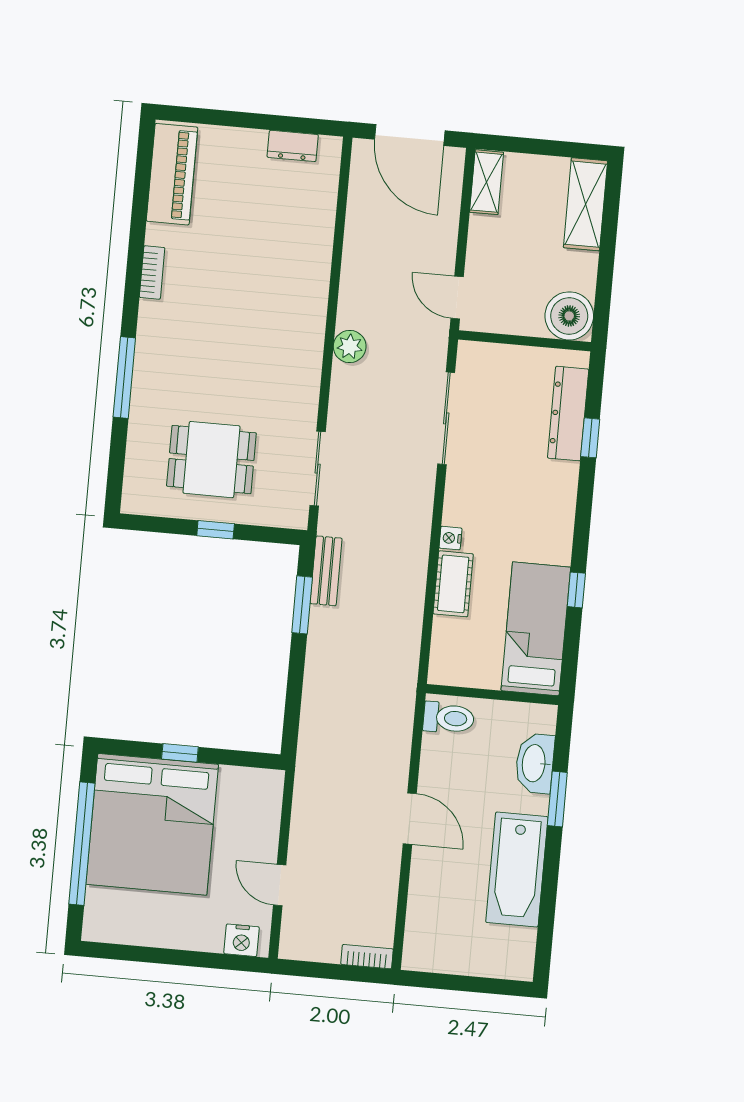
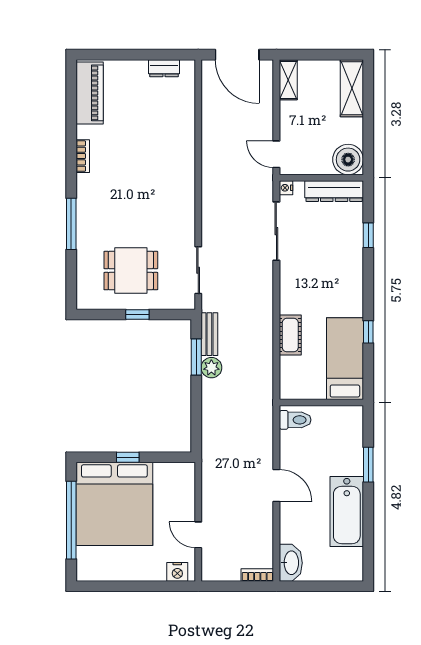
plant: (350, 347) -> (211, 368), moved
dresser: (568, 414) -> (334, 191), moved, turned -90
nightstand: (450, 538) -> (286, 188), moved
washbasin: (535, 763) -> (291, 563), moved, turned 180

